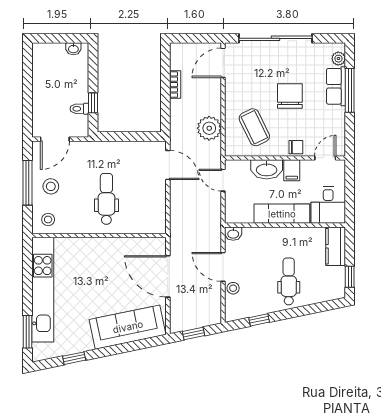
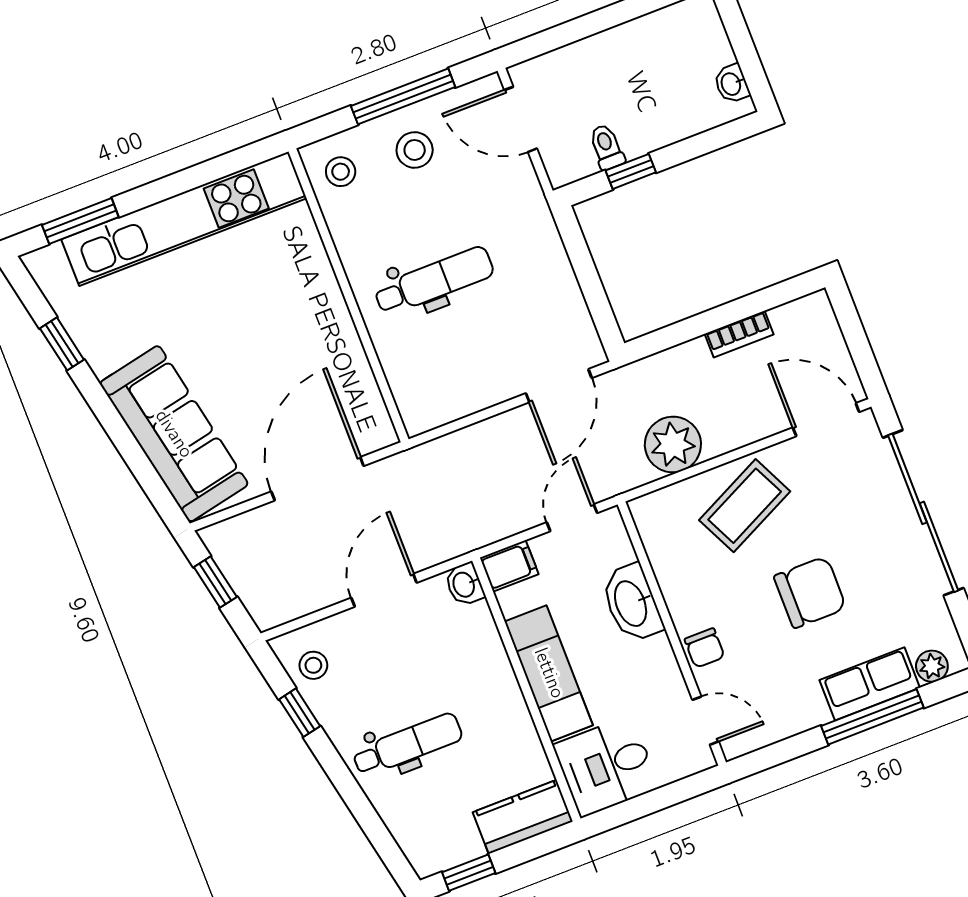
coffee table: (254, 127) -> (745, 506), moved
filing cabinet: (292, 170) -> (509, 566), moved, turned 180
stool: (233, 288) -> (313, 665), moved

